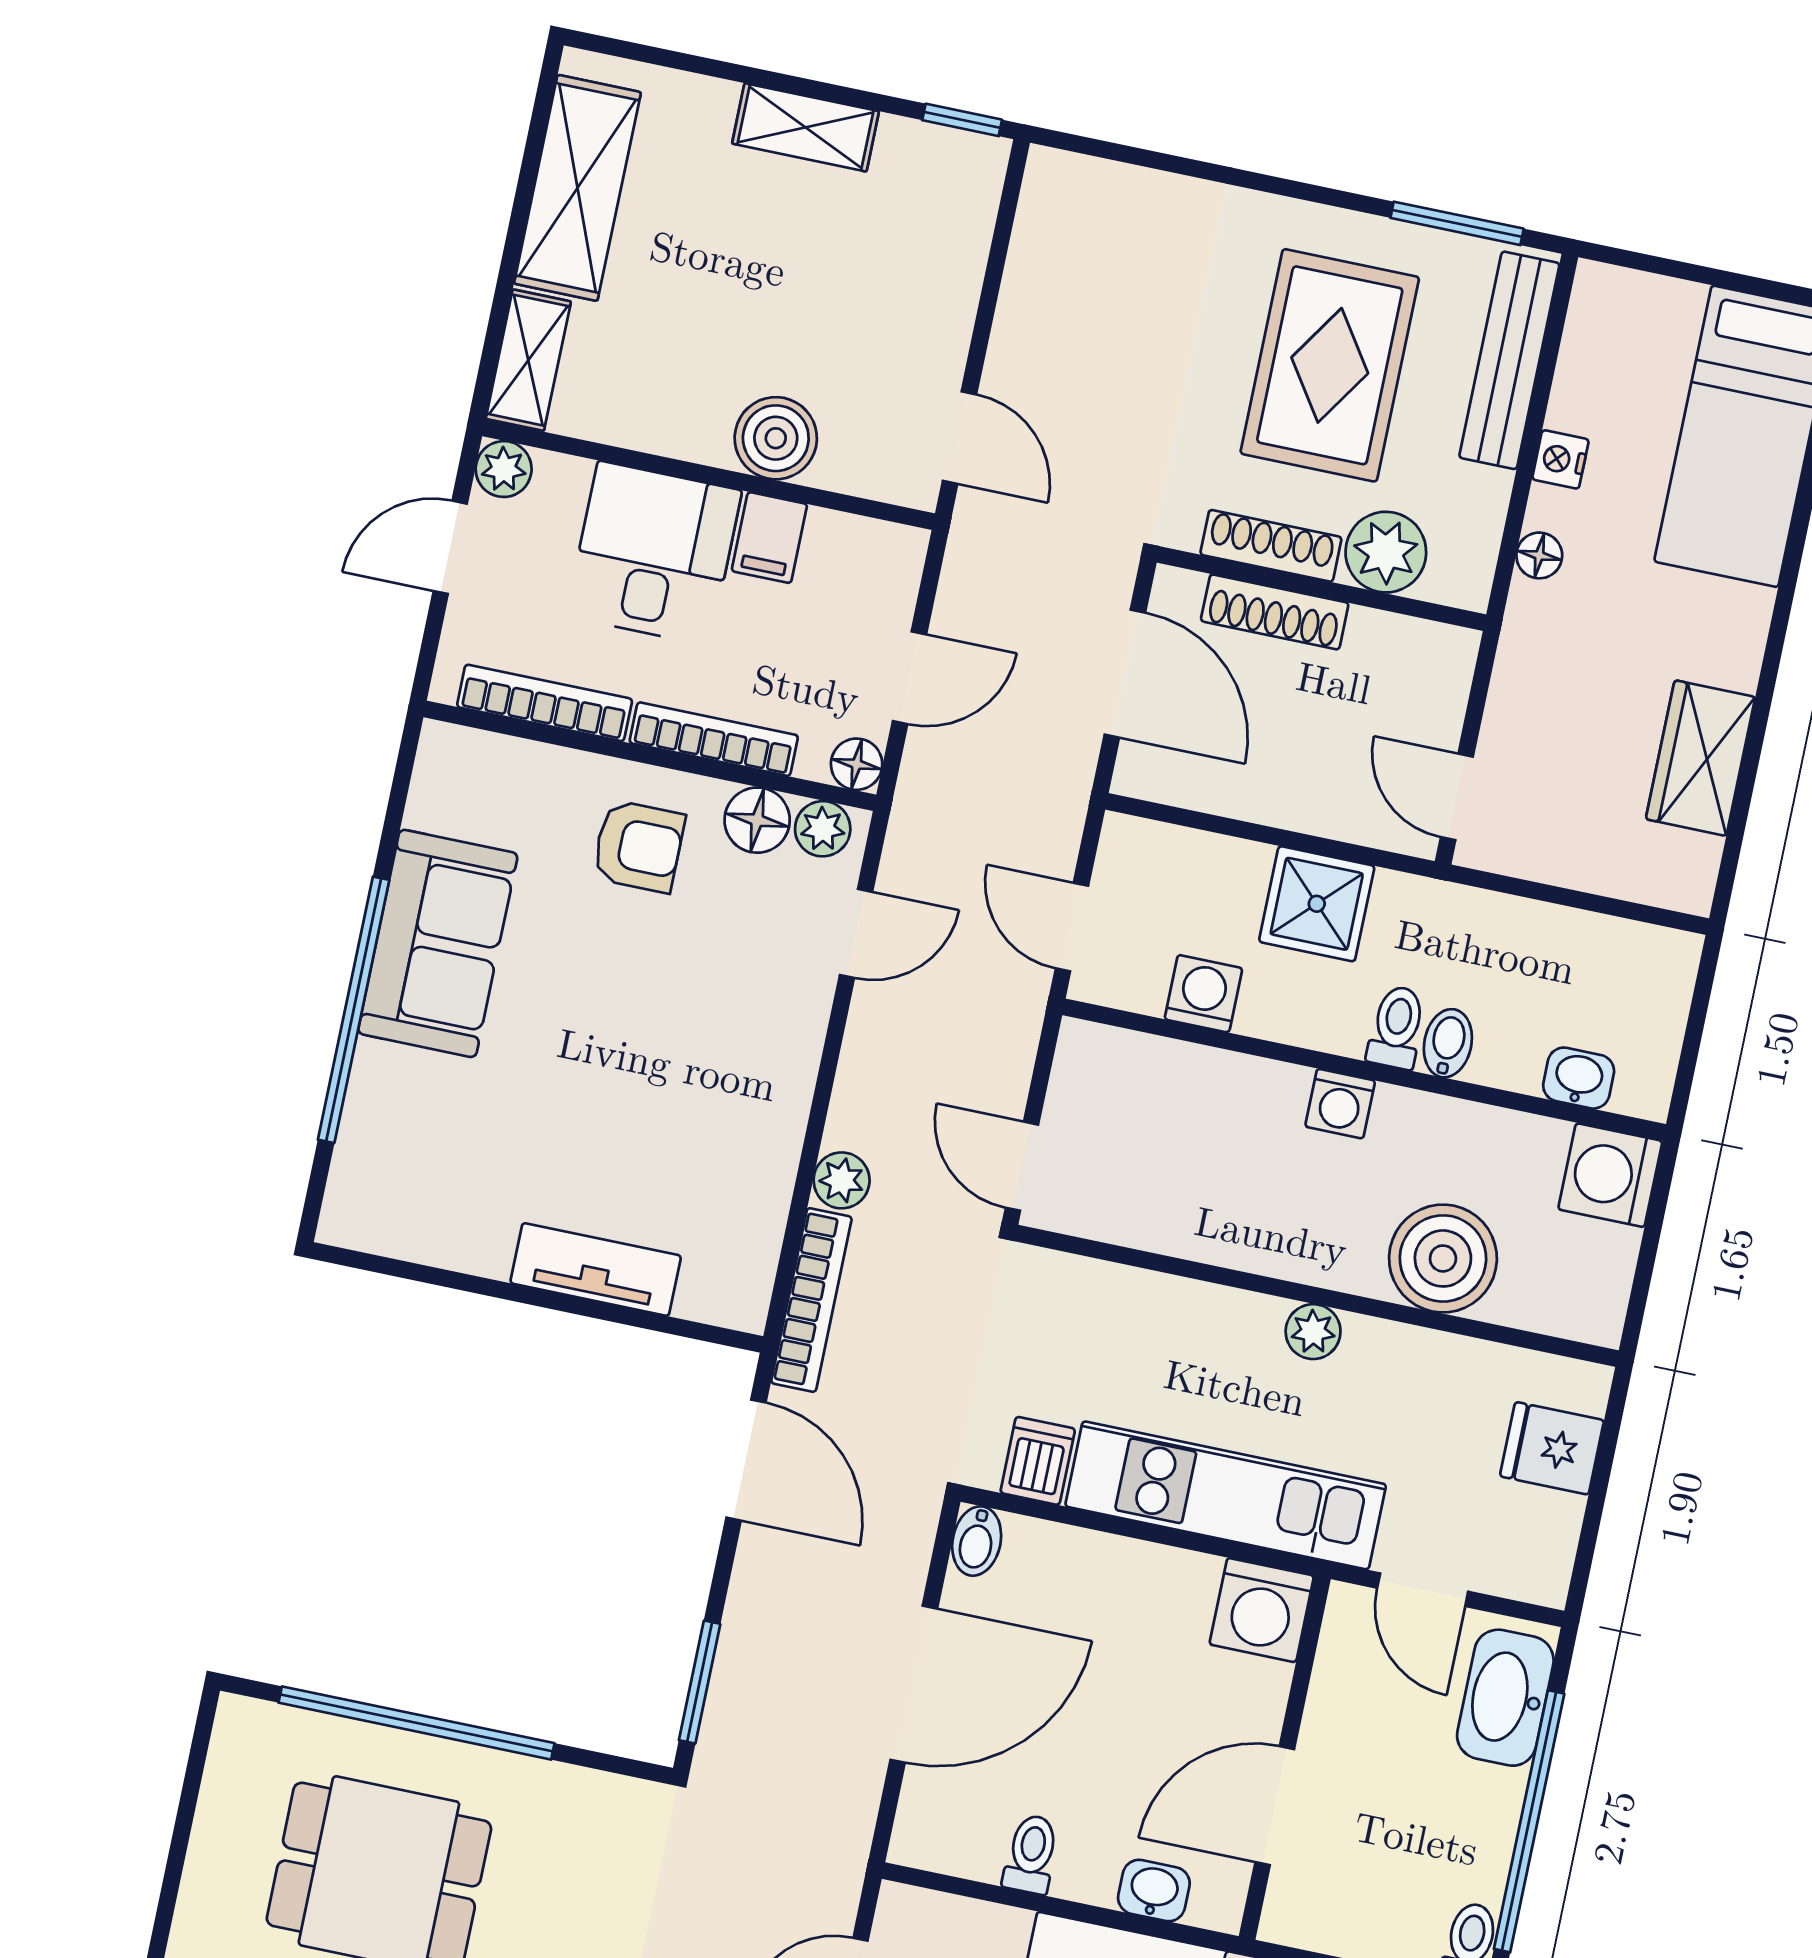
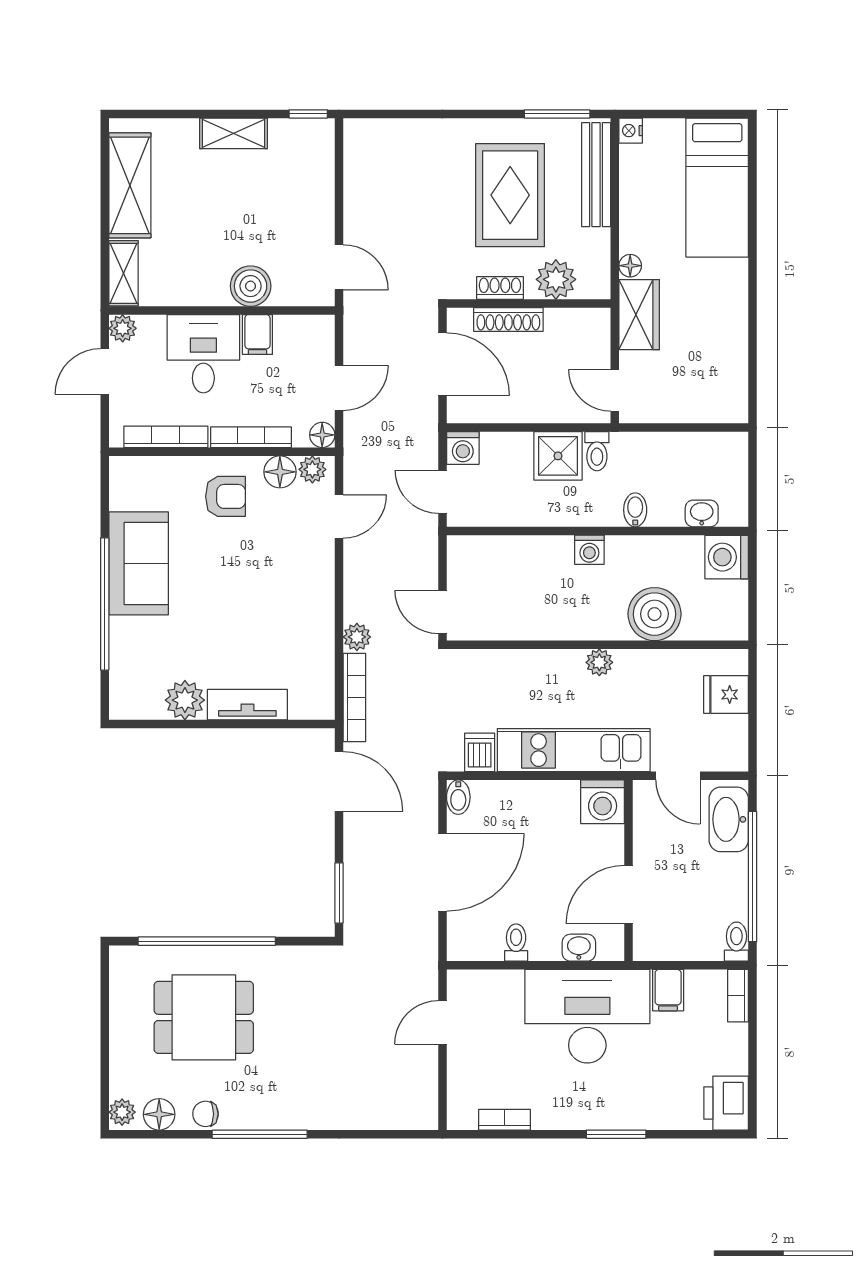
nightstand: (1560, 459) -> (631, 131), moved
shoe rack: (1271, 546) -> (500, 288), width x0.70
wardrobe: (1700, 758) -> (639, 315), moved, turned 180
washing machine: (1203, 994) -> (463, 448), moved, turned 180
toilet: (1397, 1027) -> (597, 451), moved, turned 180
plant: (473, 1234) -> (185, 700), added

